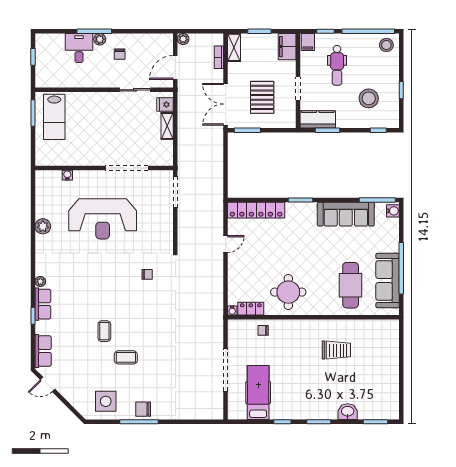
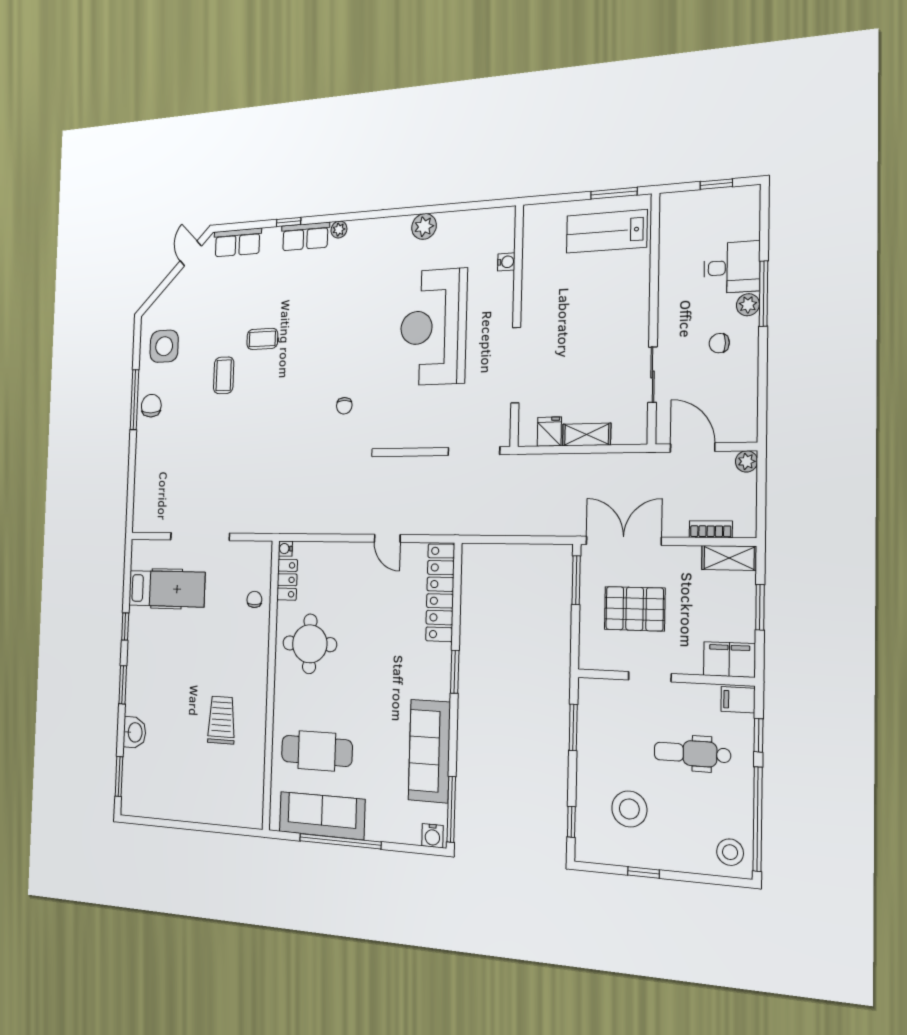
fridge: (165, 104) -> (549, 432), moved
kitchen counter: (318, 119) -> (593, 711), removed
trolley: (336, 350) -> (221, 720), turned 180

